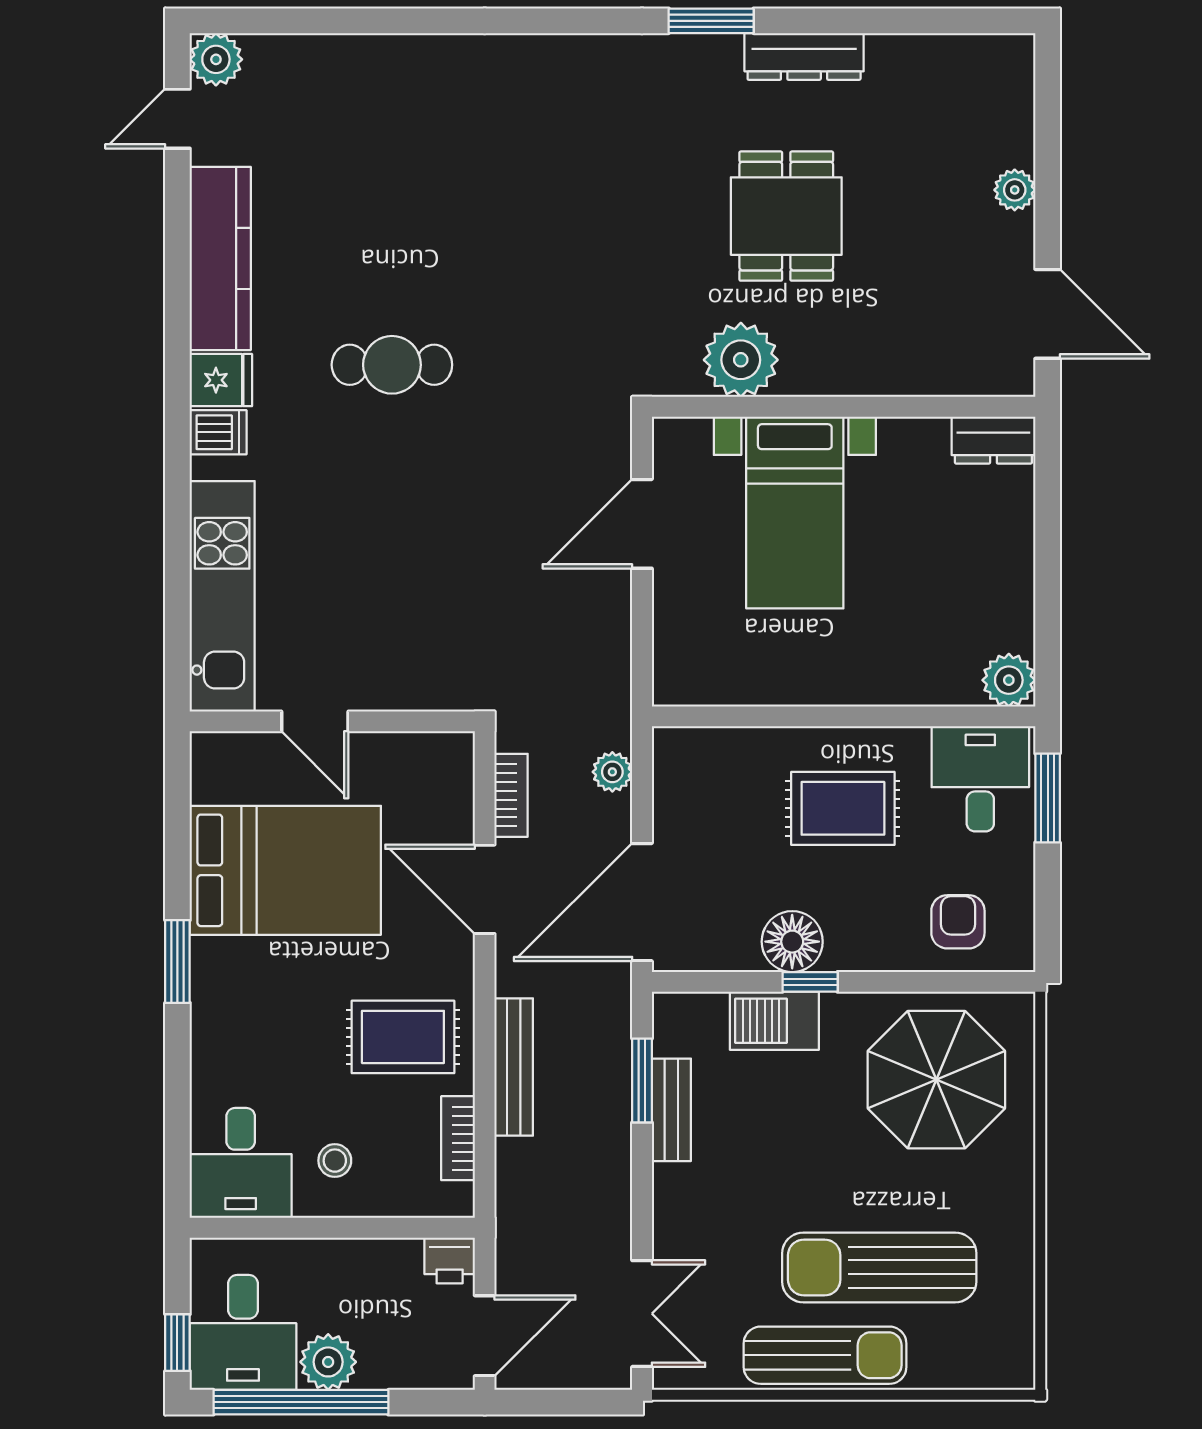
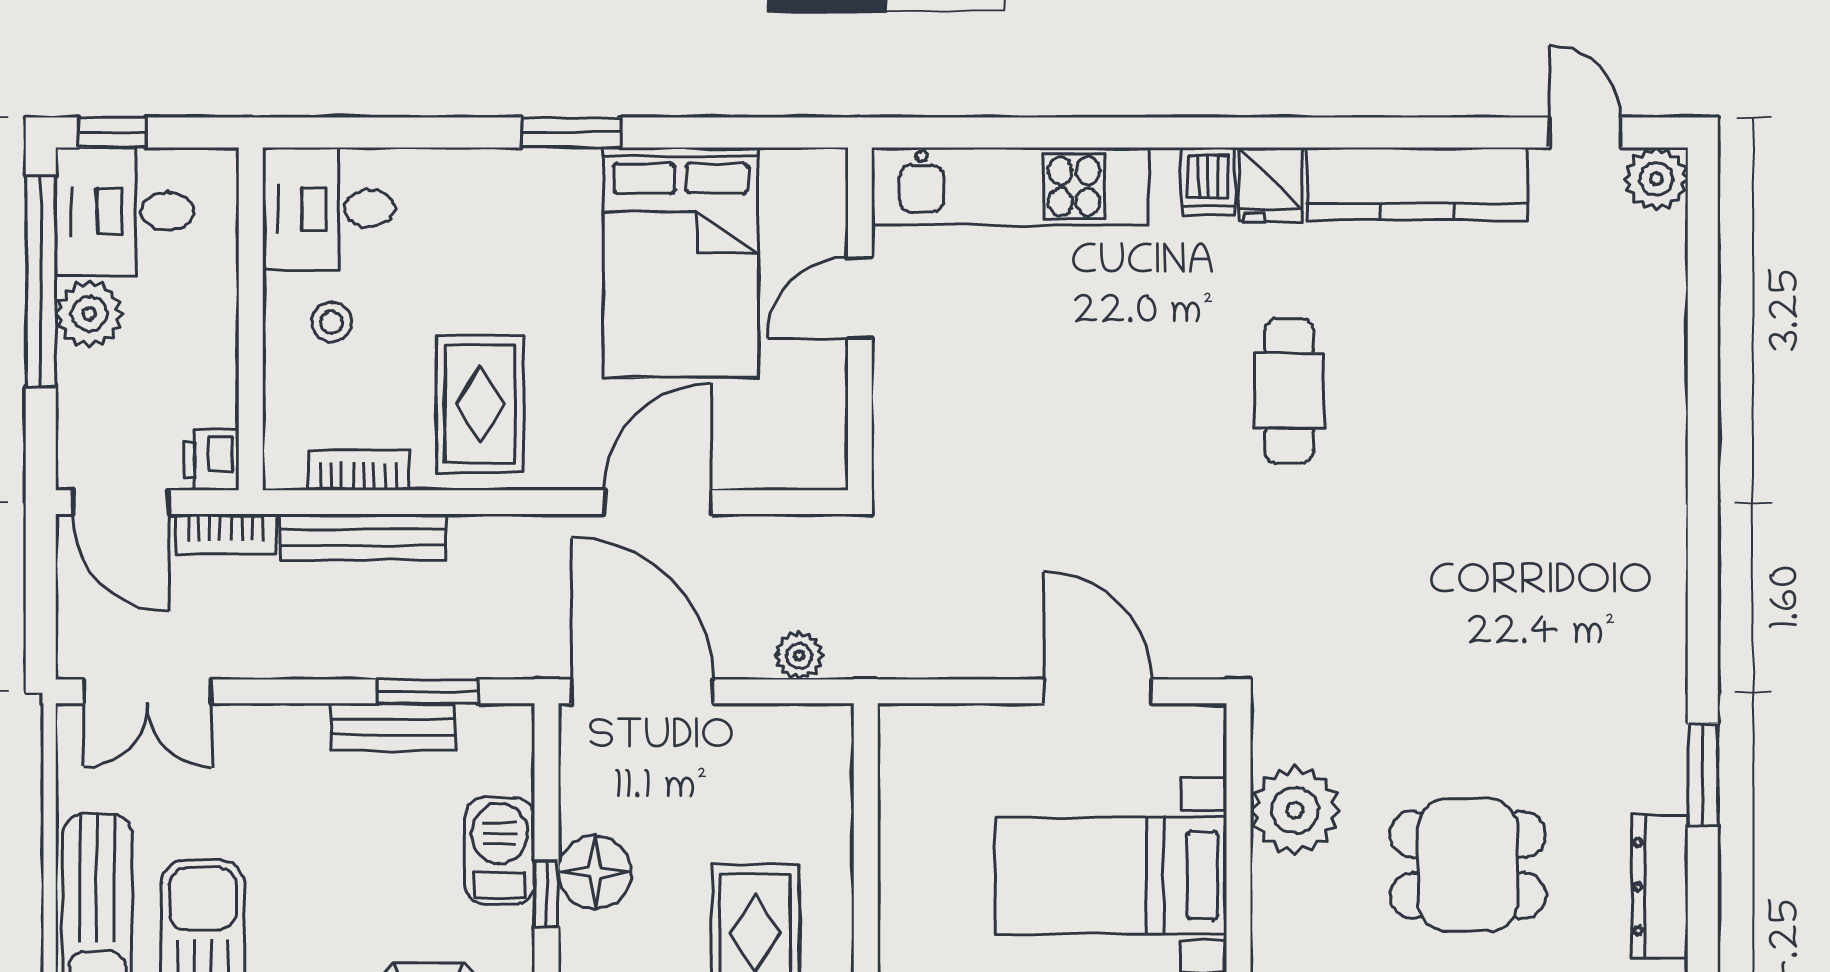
bookcase: (511, 795) -> (226, 534), moved
bench: (514, 1067) -> (363, 537), moved

